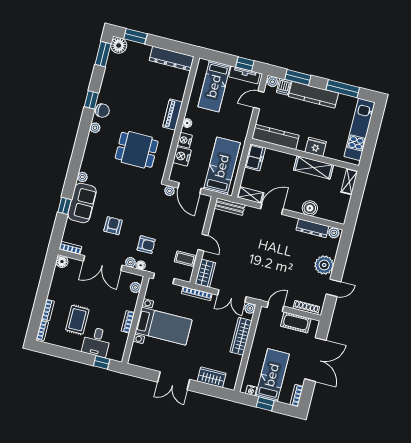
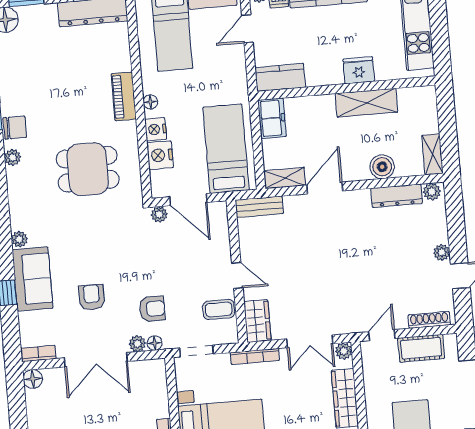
kitchen counter: (275, 137) -> (280, 77), width x0.67
shelving: (349, 182) -> (432, 154), moved
plant: (324, 265) -> (442, 252), width x0.53, depth x0.53
plant: (135, 287) -> (158, 380), removed

